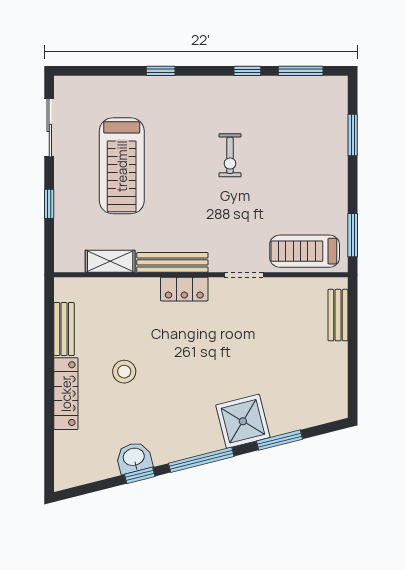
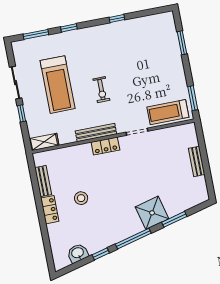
window: (301, 71) -> (36, 34), moved
sliding door: (49, 128) -> (16, 83), moved
exercise bike: (230, 155) -> (101, 90), moved
shelving: (110, 261) -> (44, 142), moved
bench: (338, 315) -> (197, 161), moved
locker: (66, 394) -> (50, 210), width x0.66
washbasin: (134, 458) -> (78, 253), moved

